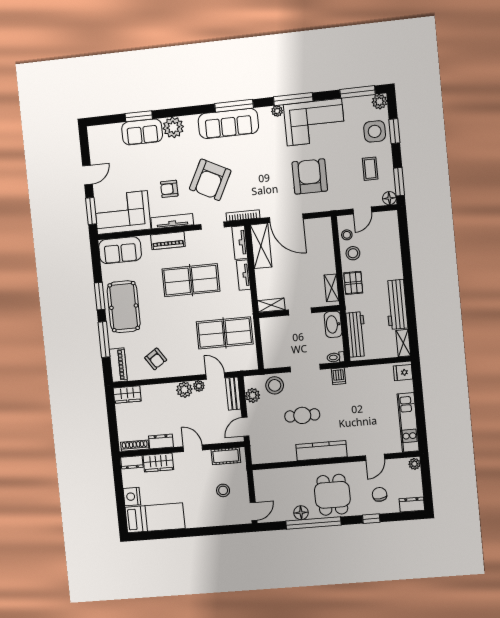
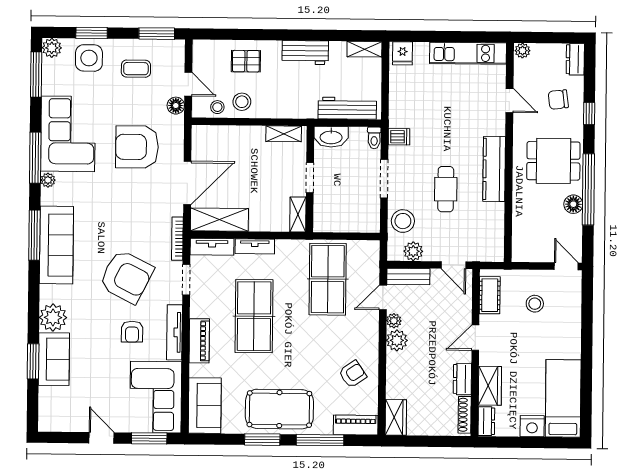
floor lamp: (389, 198) -> (176, 106), moved
pallet: (353, 283) -> (246, 61), moved
workbench: (396, 305) -> (305, 53), width x0.73

